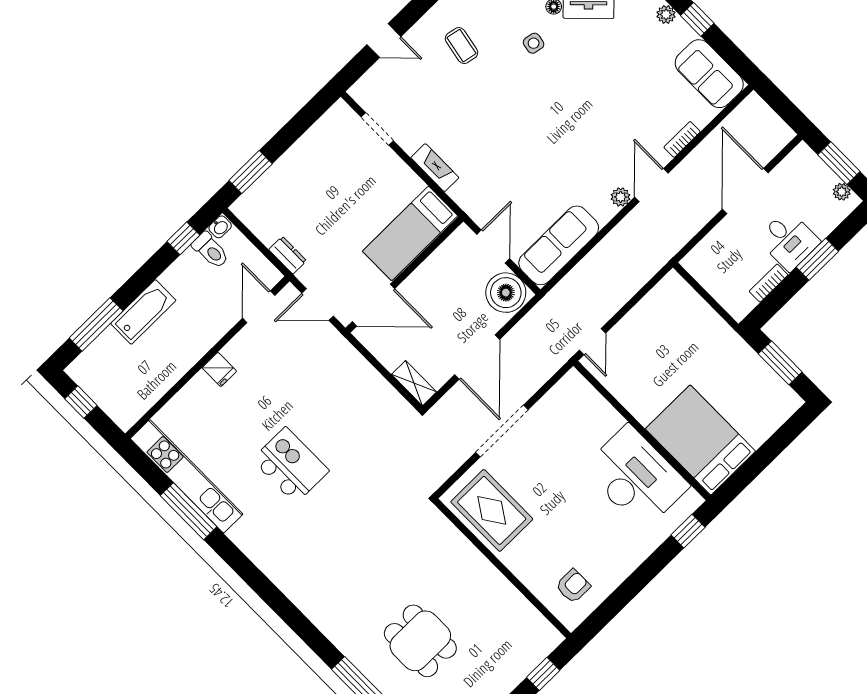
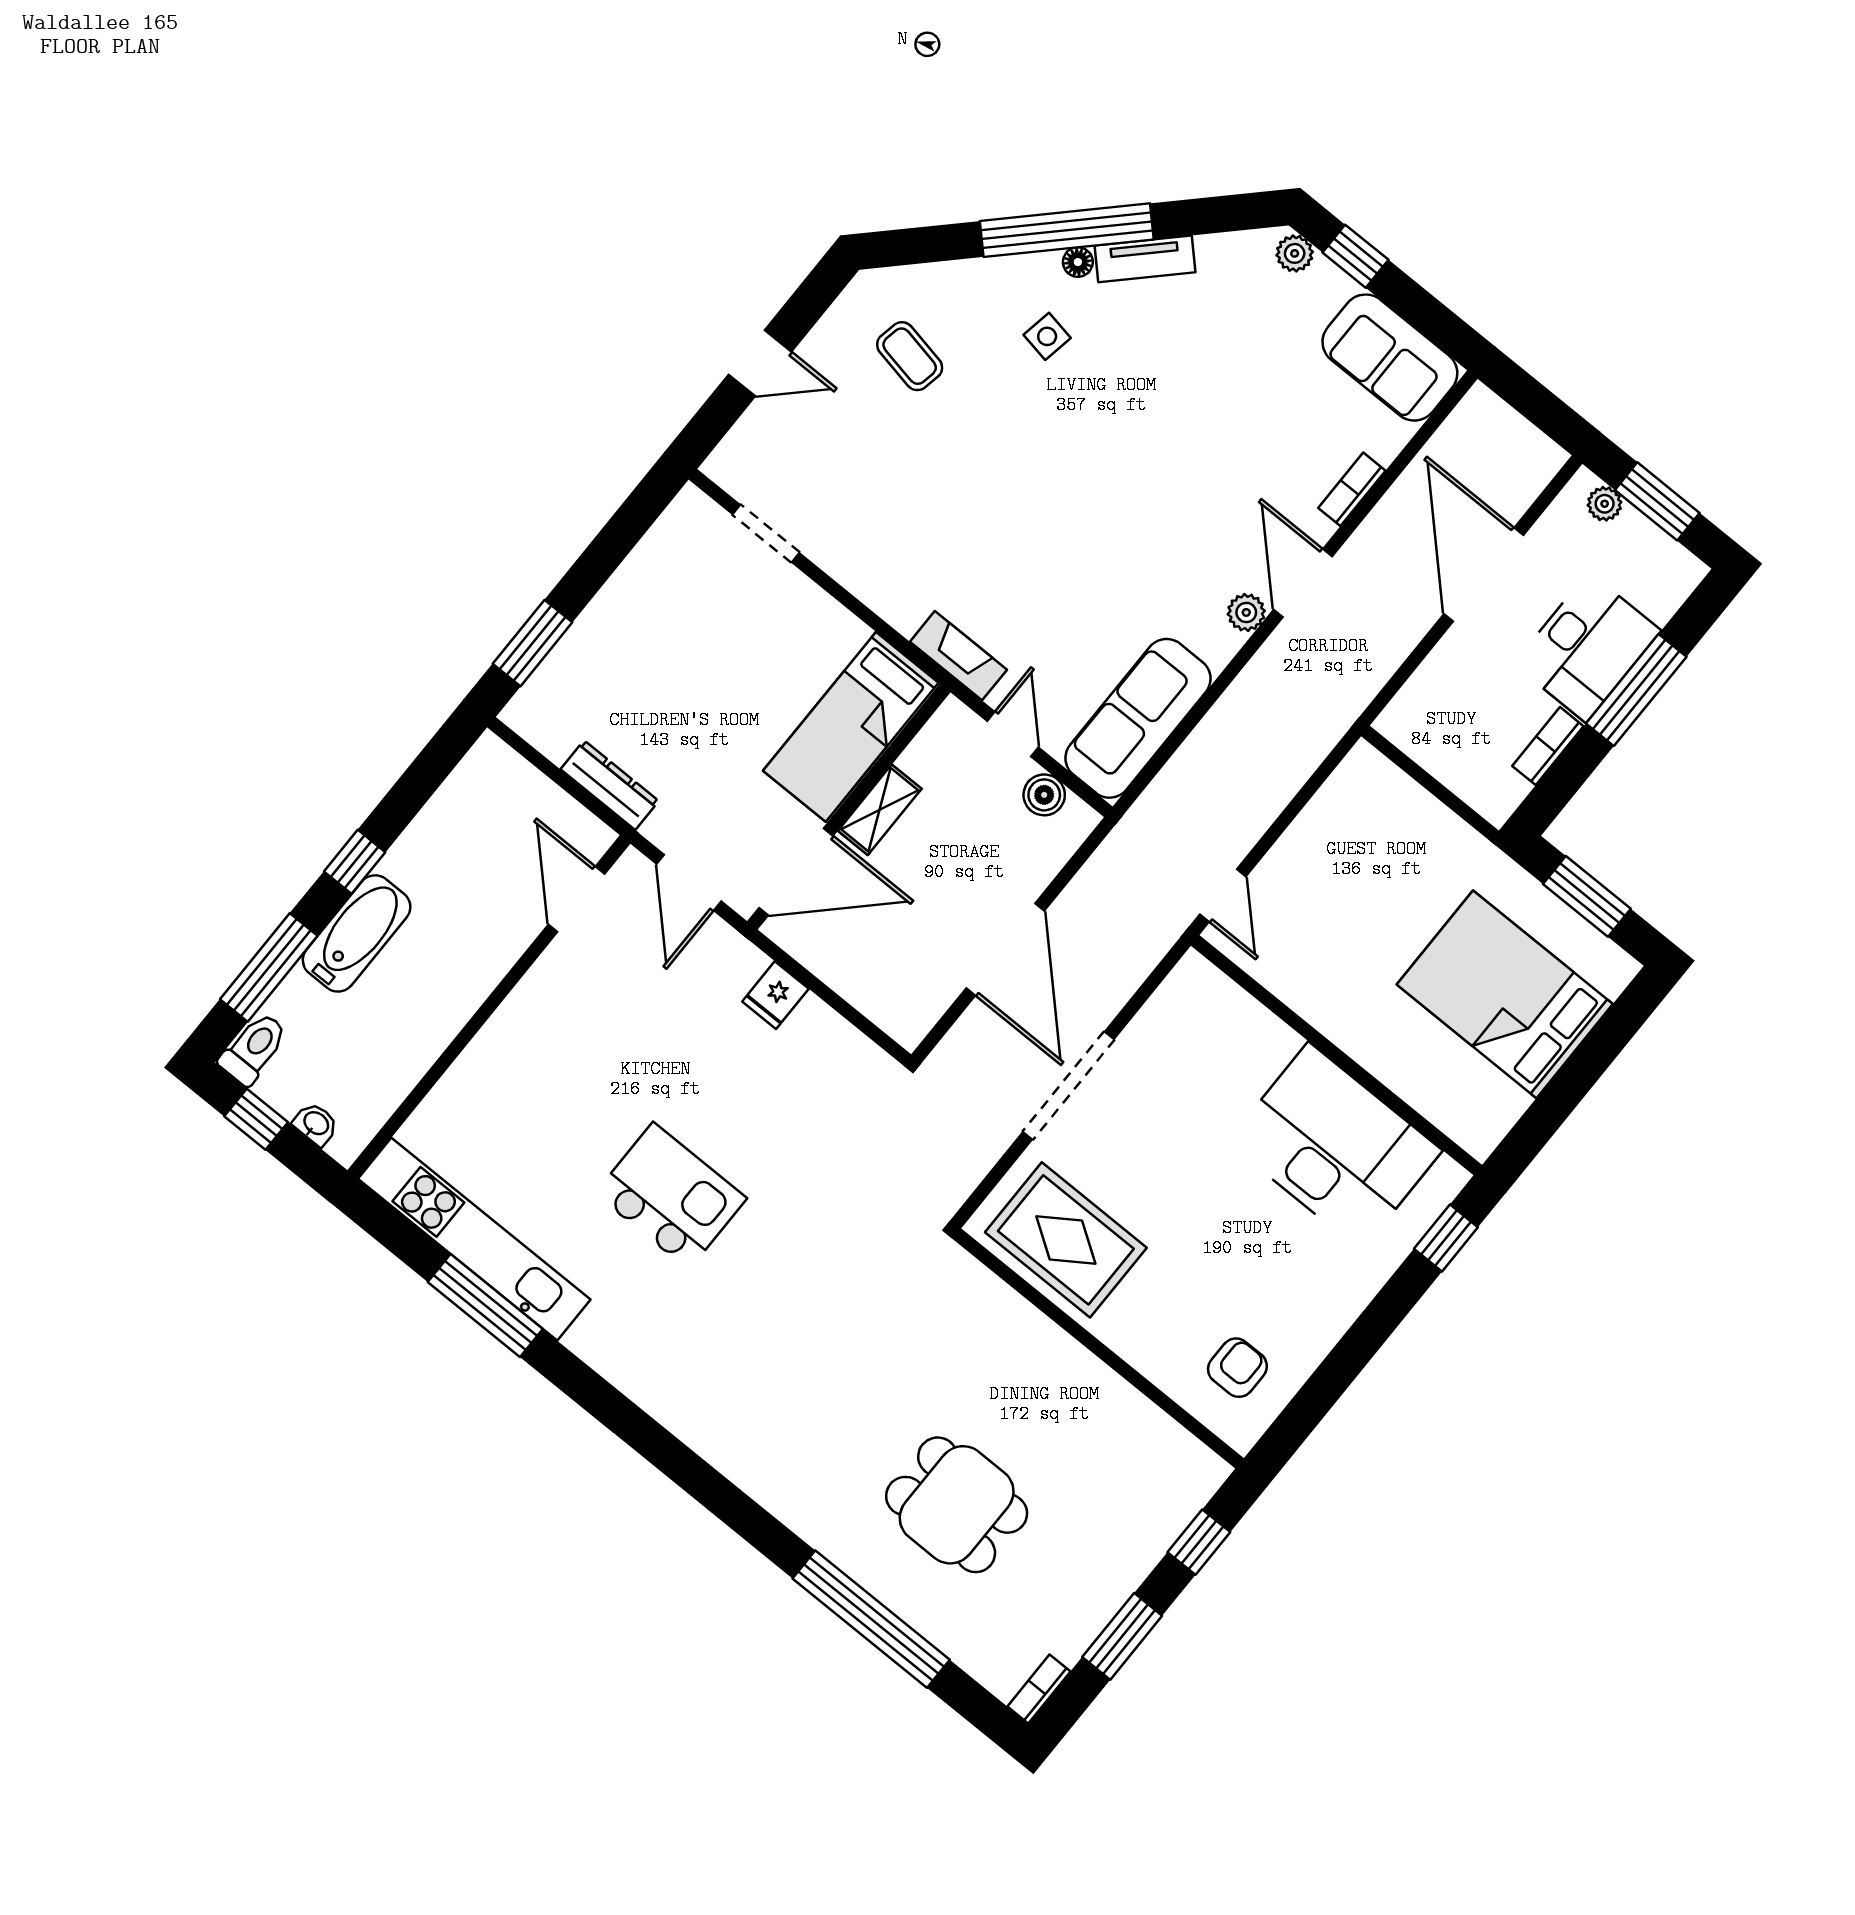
fireplace: (435, 168) -> (958, 656), moved
plant: (842, 192) -> (1605, 504), moved
washbasin: (220, 227) -> (316, 1124), moved, turned -90
window: (183, 238) -> (355, 862), moved
desk: (789, 240) -> (1587, 647), width x1.37
door: (493, 246) -> (1013, 734), width x0.73
toilet: (211, 250) -> (254, 1049), moved, turned -90
dresser: (288, 255) -> (610, 785), width x1.44
window: (817, 259) -> (1636, 690), width x1.44
boiler: (506, 293) -> (1044, 795), width x0.54, depth x0.54
door: (318, 305) -> (689, 883), hinge flipped
fridge: (219, 369) -> (775, 995), moved, turned 90
shelving: (414, 383) -> (880, 810), moved, turned 90
bed: (700, 440) -> (1505, 994), moved

